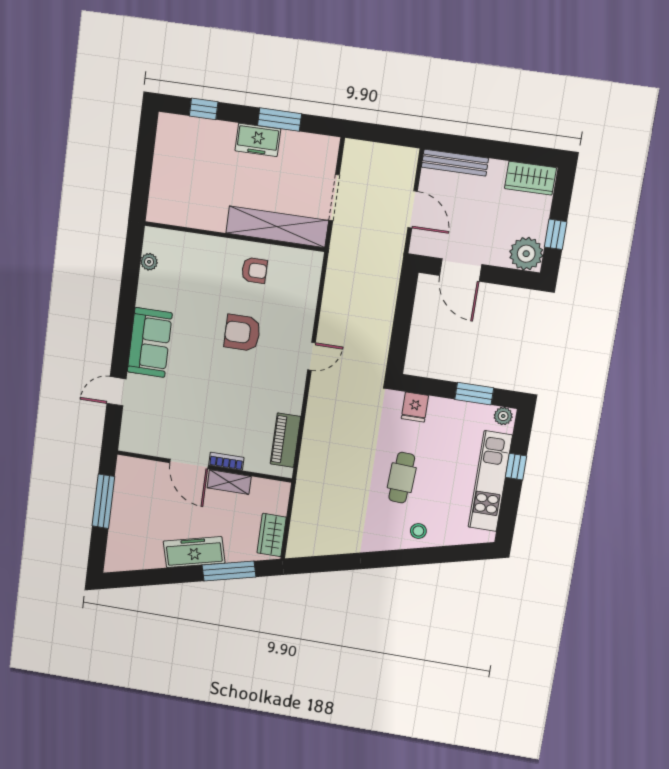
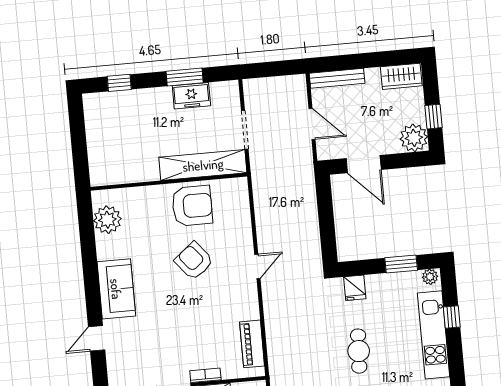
freezer: (258, 140) -> (191, 96), moved
plant: (149, 262) -> (107, 220), width x1.87, depth x1.87
armchair: (254, 270) -> (192, 206), width x1.88, depth x1.88
armchair: (242, 333) -> (194, 261), turned 51

